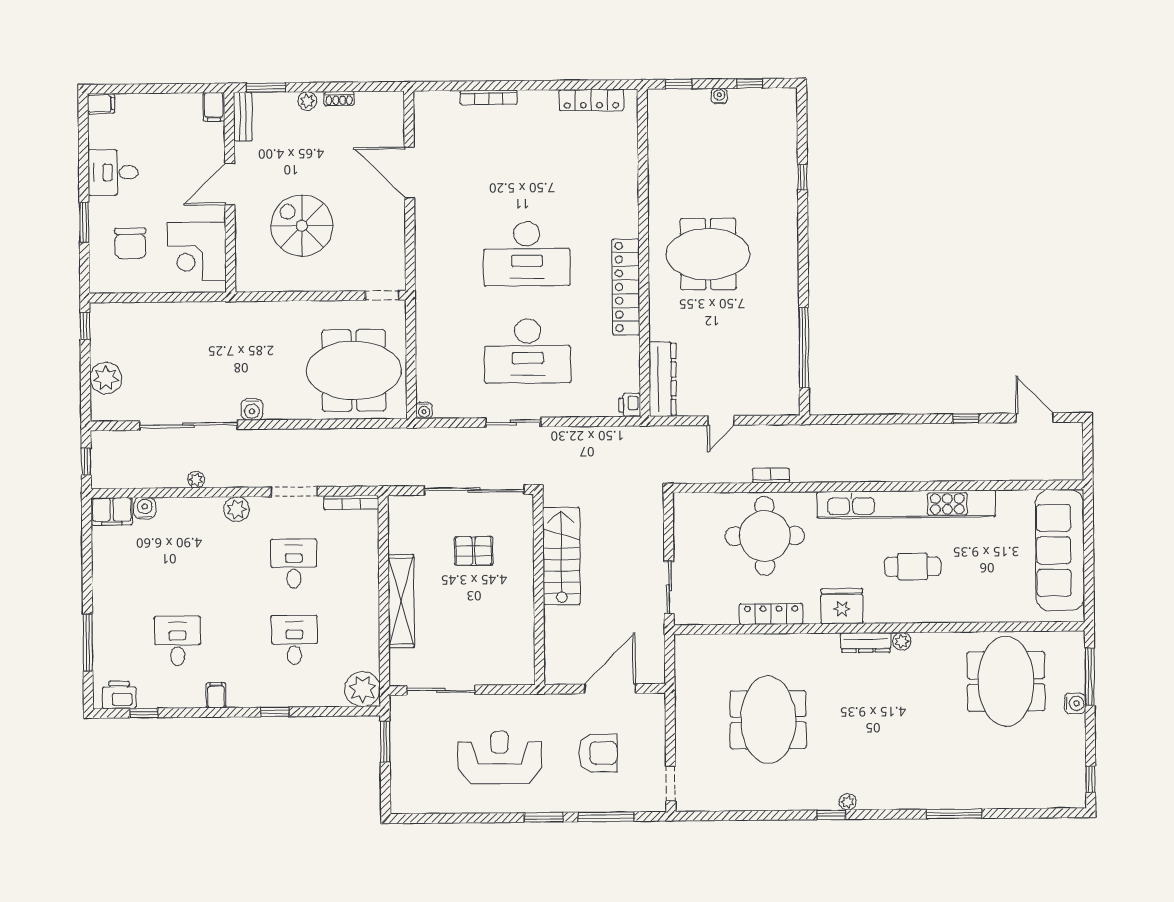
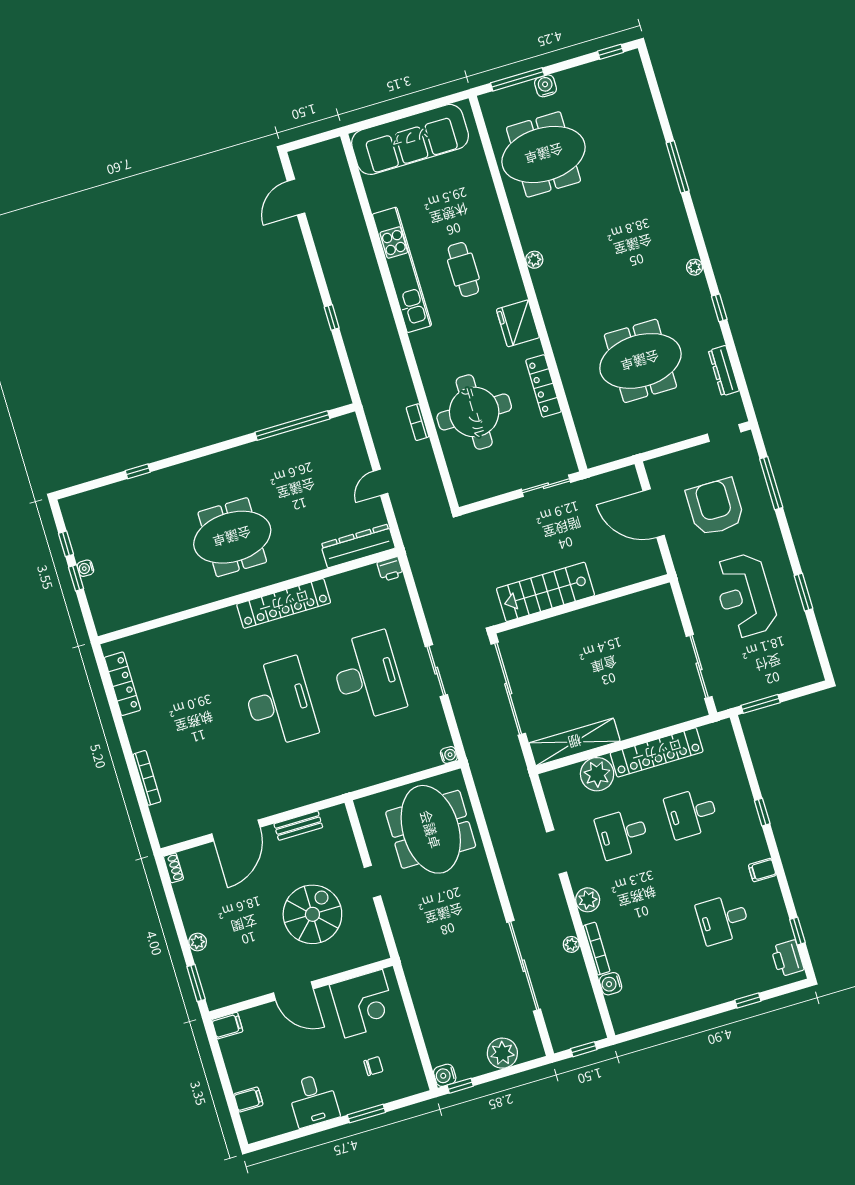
window: (679, 84) -> (76, 578), moved
shoe rack: (339, 99) -> (173, 868), moved
filing cabinet: (101, 104) -> (248, 1100), moved, turned 90
bench: (243, 117) -> (298, 826), moved
spiral stairs: (302, 226) -> (312, 914), turned 180
chair: (130, 243) -> (373, 1066), width x0.54, depth x0.54
meeting table: (708, 254) -> (232, 537), turned 90
doorway: (382, 295) -> (372, 882), moved
water cooler: (252, 409) -> (445, 1075), moved, turned 180
window: (966, 418) -> (332, 317), moved
door: (721, 421) -> (380, 482), swing flipped
bookcase: (351, 503) -> (597, 949), moved
kitchen unit: (906, 504) -> (402, 270), width x0.73
filing cabinet: (112, 511) -> (622, 1013), removed
pallet: (474, 551) -> (564, 673), removed
shelving: (401, 601) -> (575, 742), moved
locker: (366, 622) -> (657, 752), added
dresser: (866, 642) -> (724, 371), moved, turned 180
window: (88, 643) -> (748, 1001), width x0.46
plant: (363, 689) -> (597, 774), moved
armchair: (598, 753) -> (715, 507), width x1.36, depth x1.36
window: (831, 815) -> (719, 308), moved
window: (543, 817) -> (804, 592), moved

